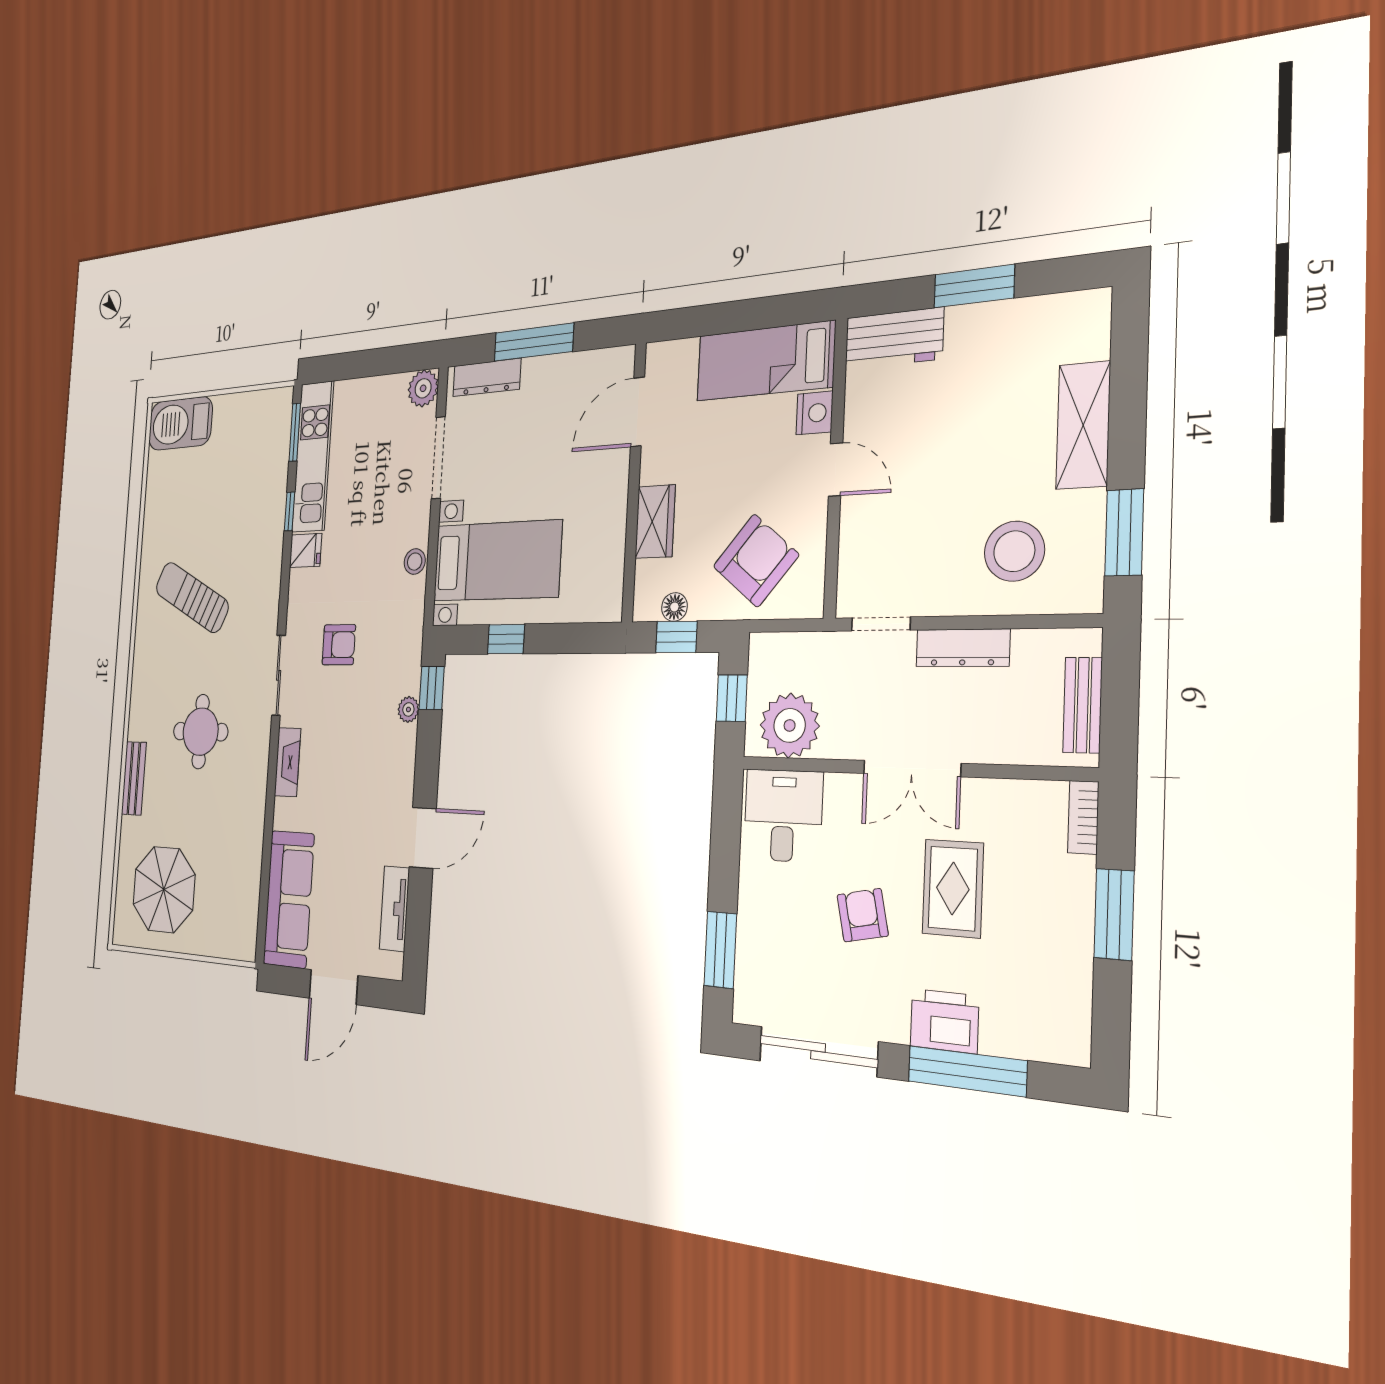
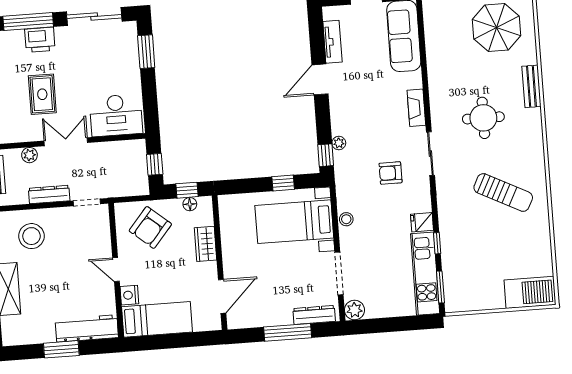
workbench: (894, 338) -> (87, 328), width x1.38
plant: (790, 725) -> (29, 155), moved, width x0.53, depth x0.53
desk: (783, 816) -> (116, 115), width x1.37
armchair: (863, 915) -> (81, 77), removed

